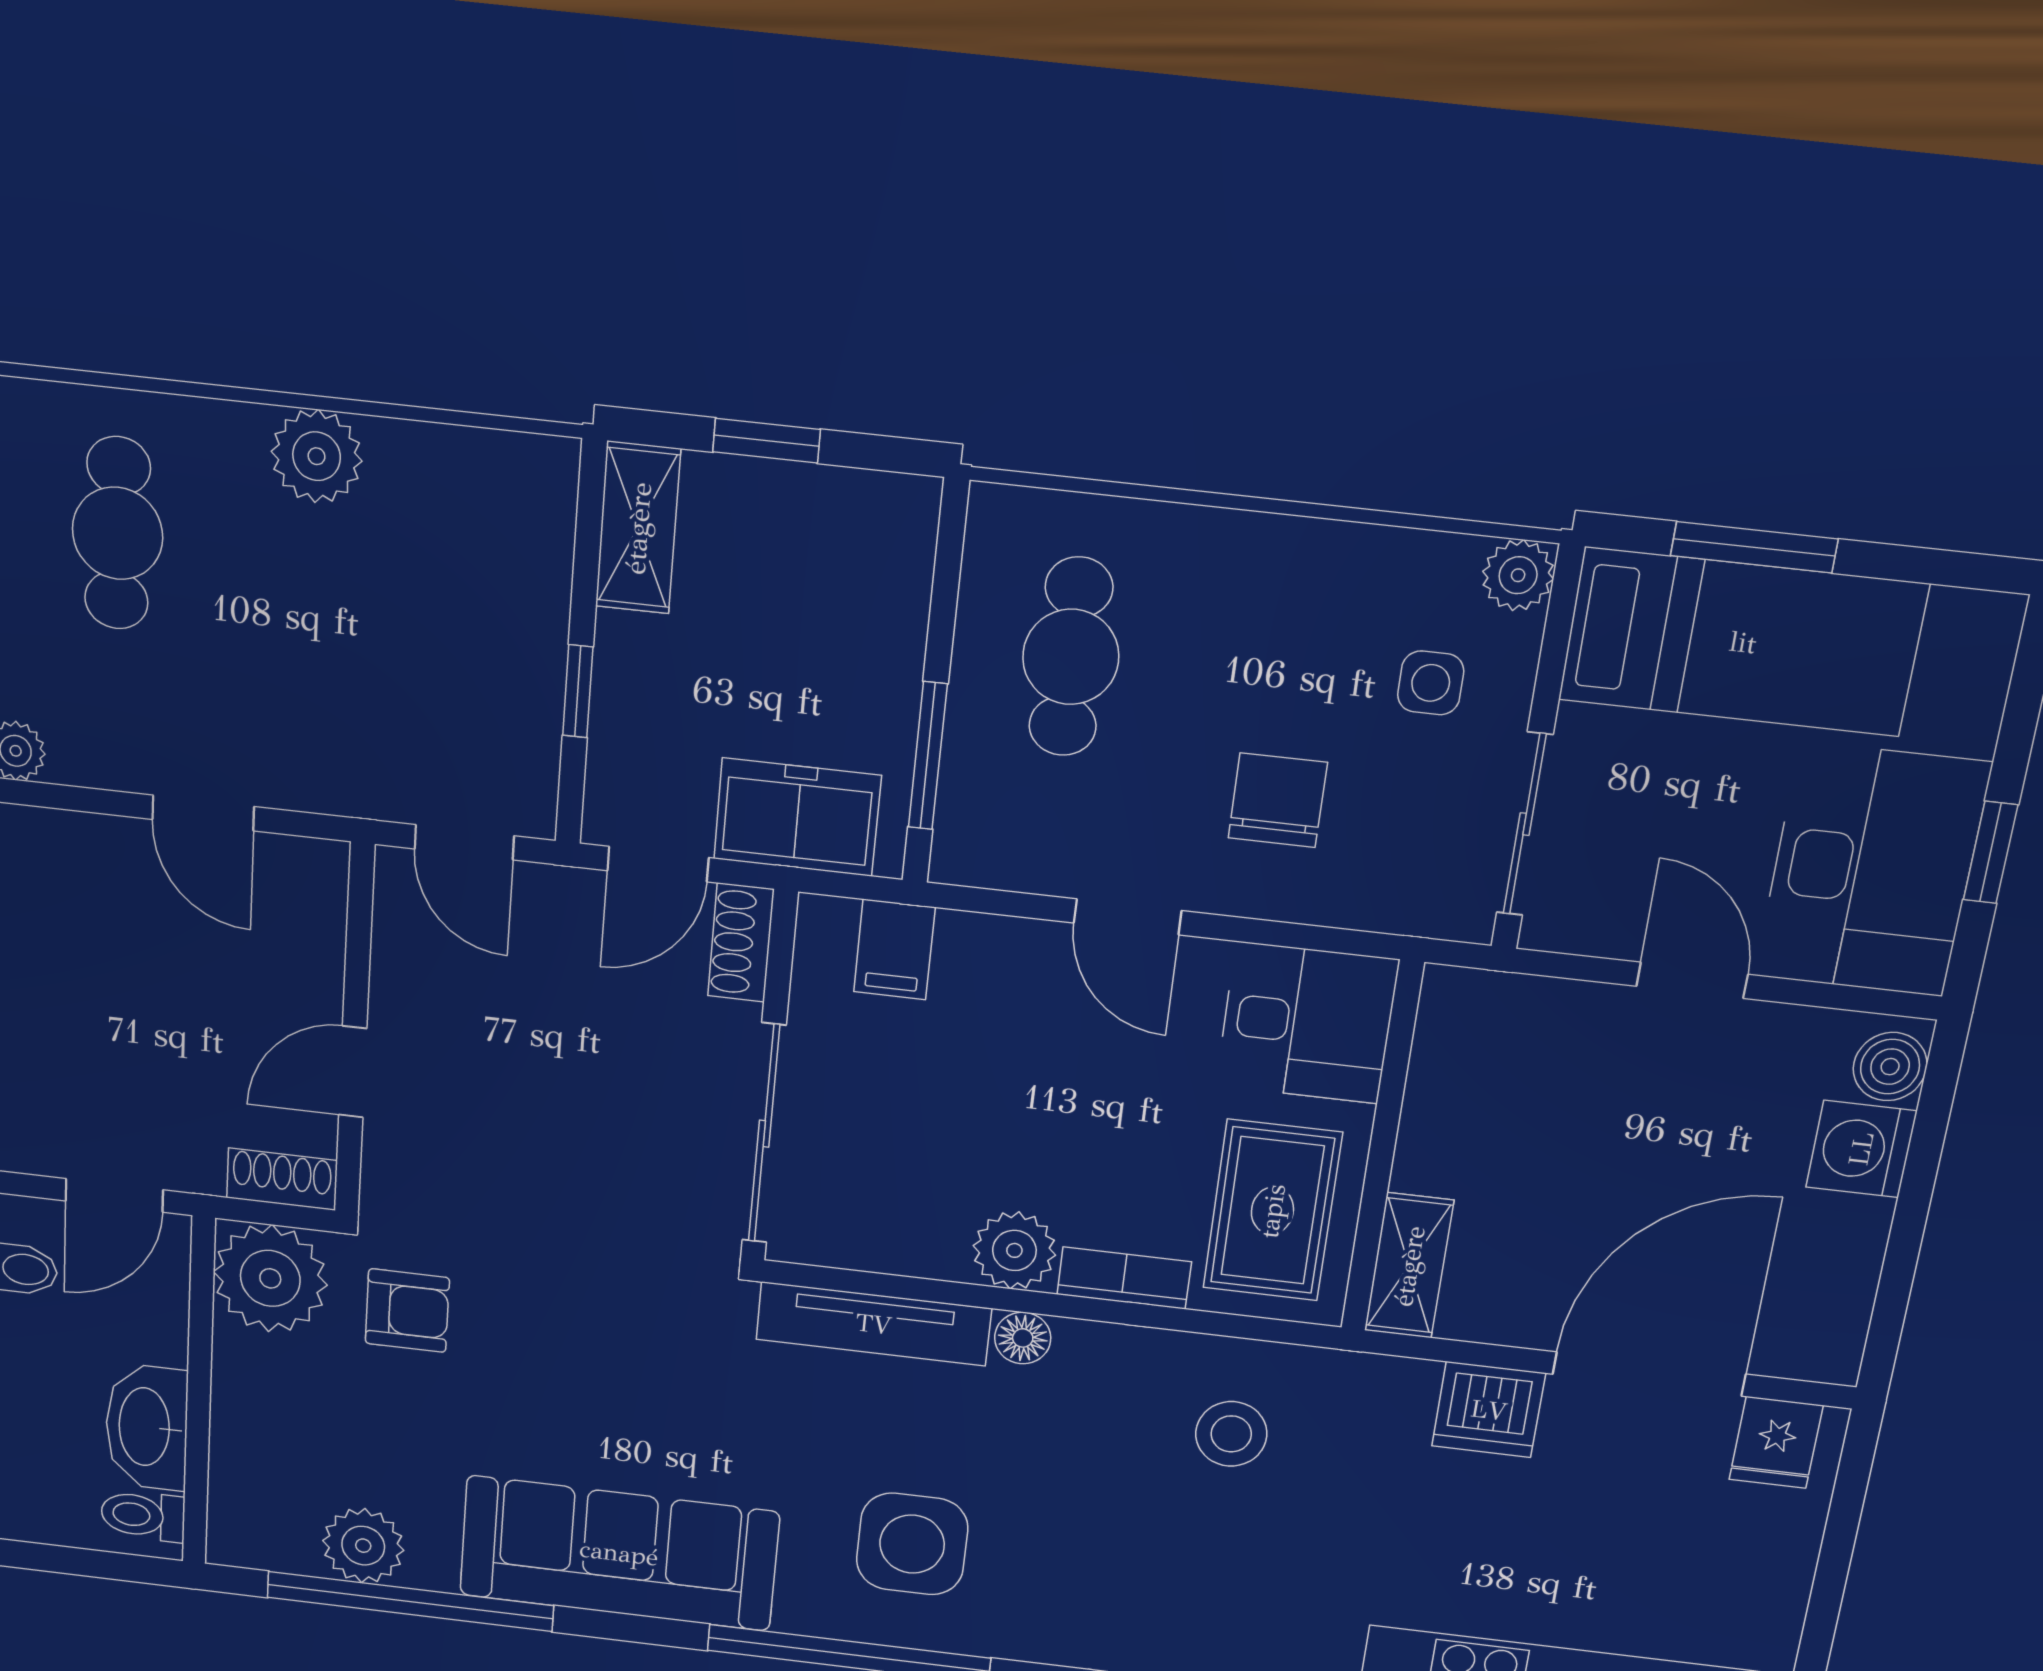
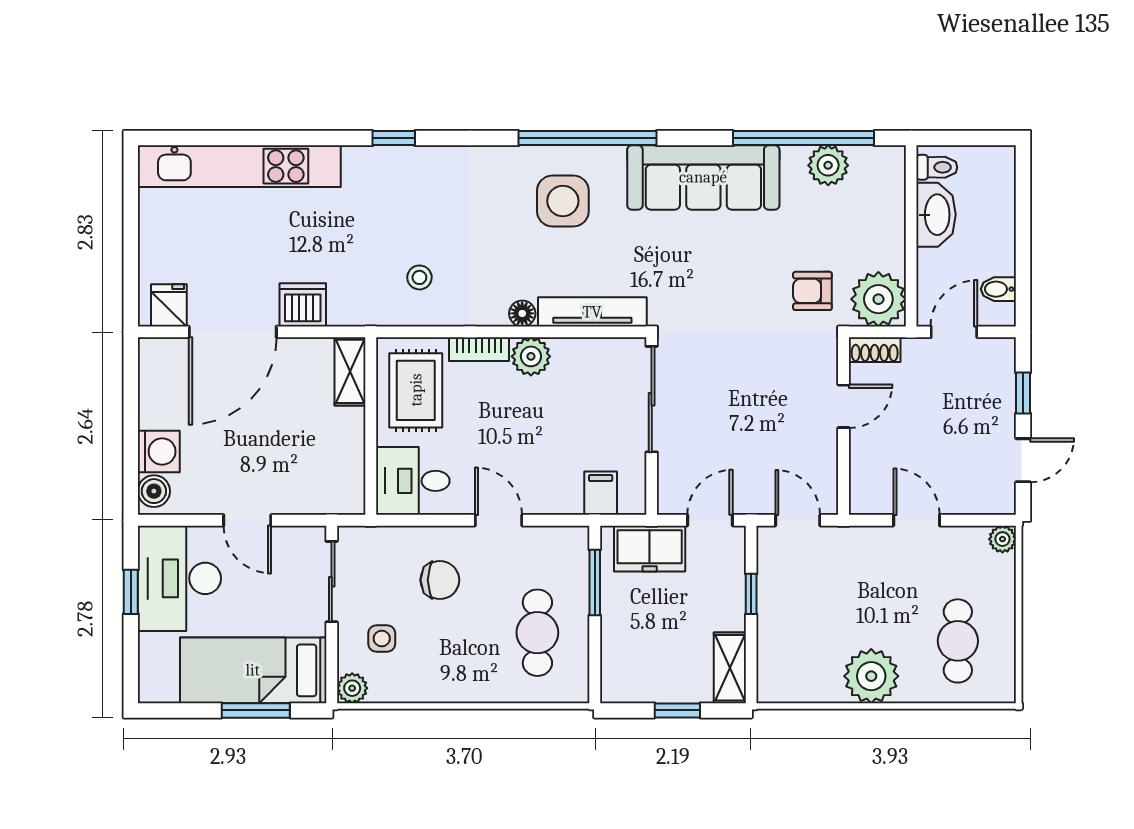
plant: (317, 456) -> (871, 676), width x1.36, depth x1.36
chair: (1278, 800) -> (440, 580), turned -90
shoe rack: (741, 943) -> (670, 488), removed
stool: (1231, 1434) -> (419, 277), width x0.73, depth x0.73

